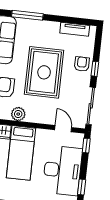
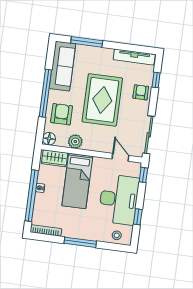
tv unit: (75, 29) -> (134, 57), width x1.41
window: (95, 69) -> (156, 80), moved

